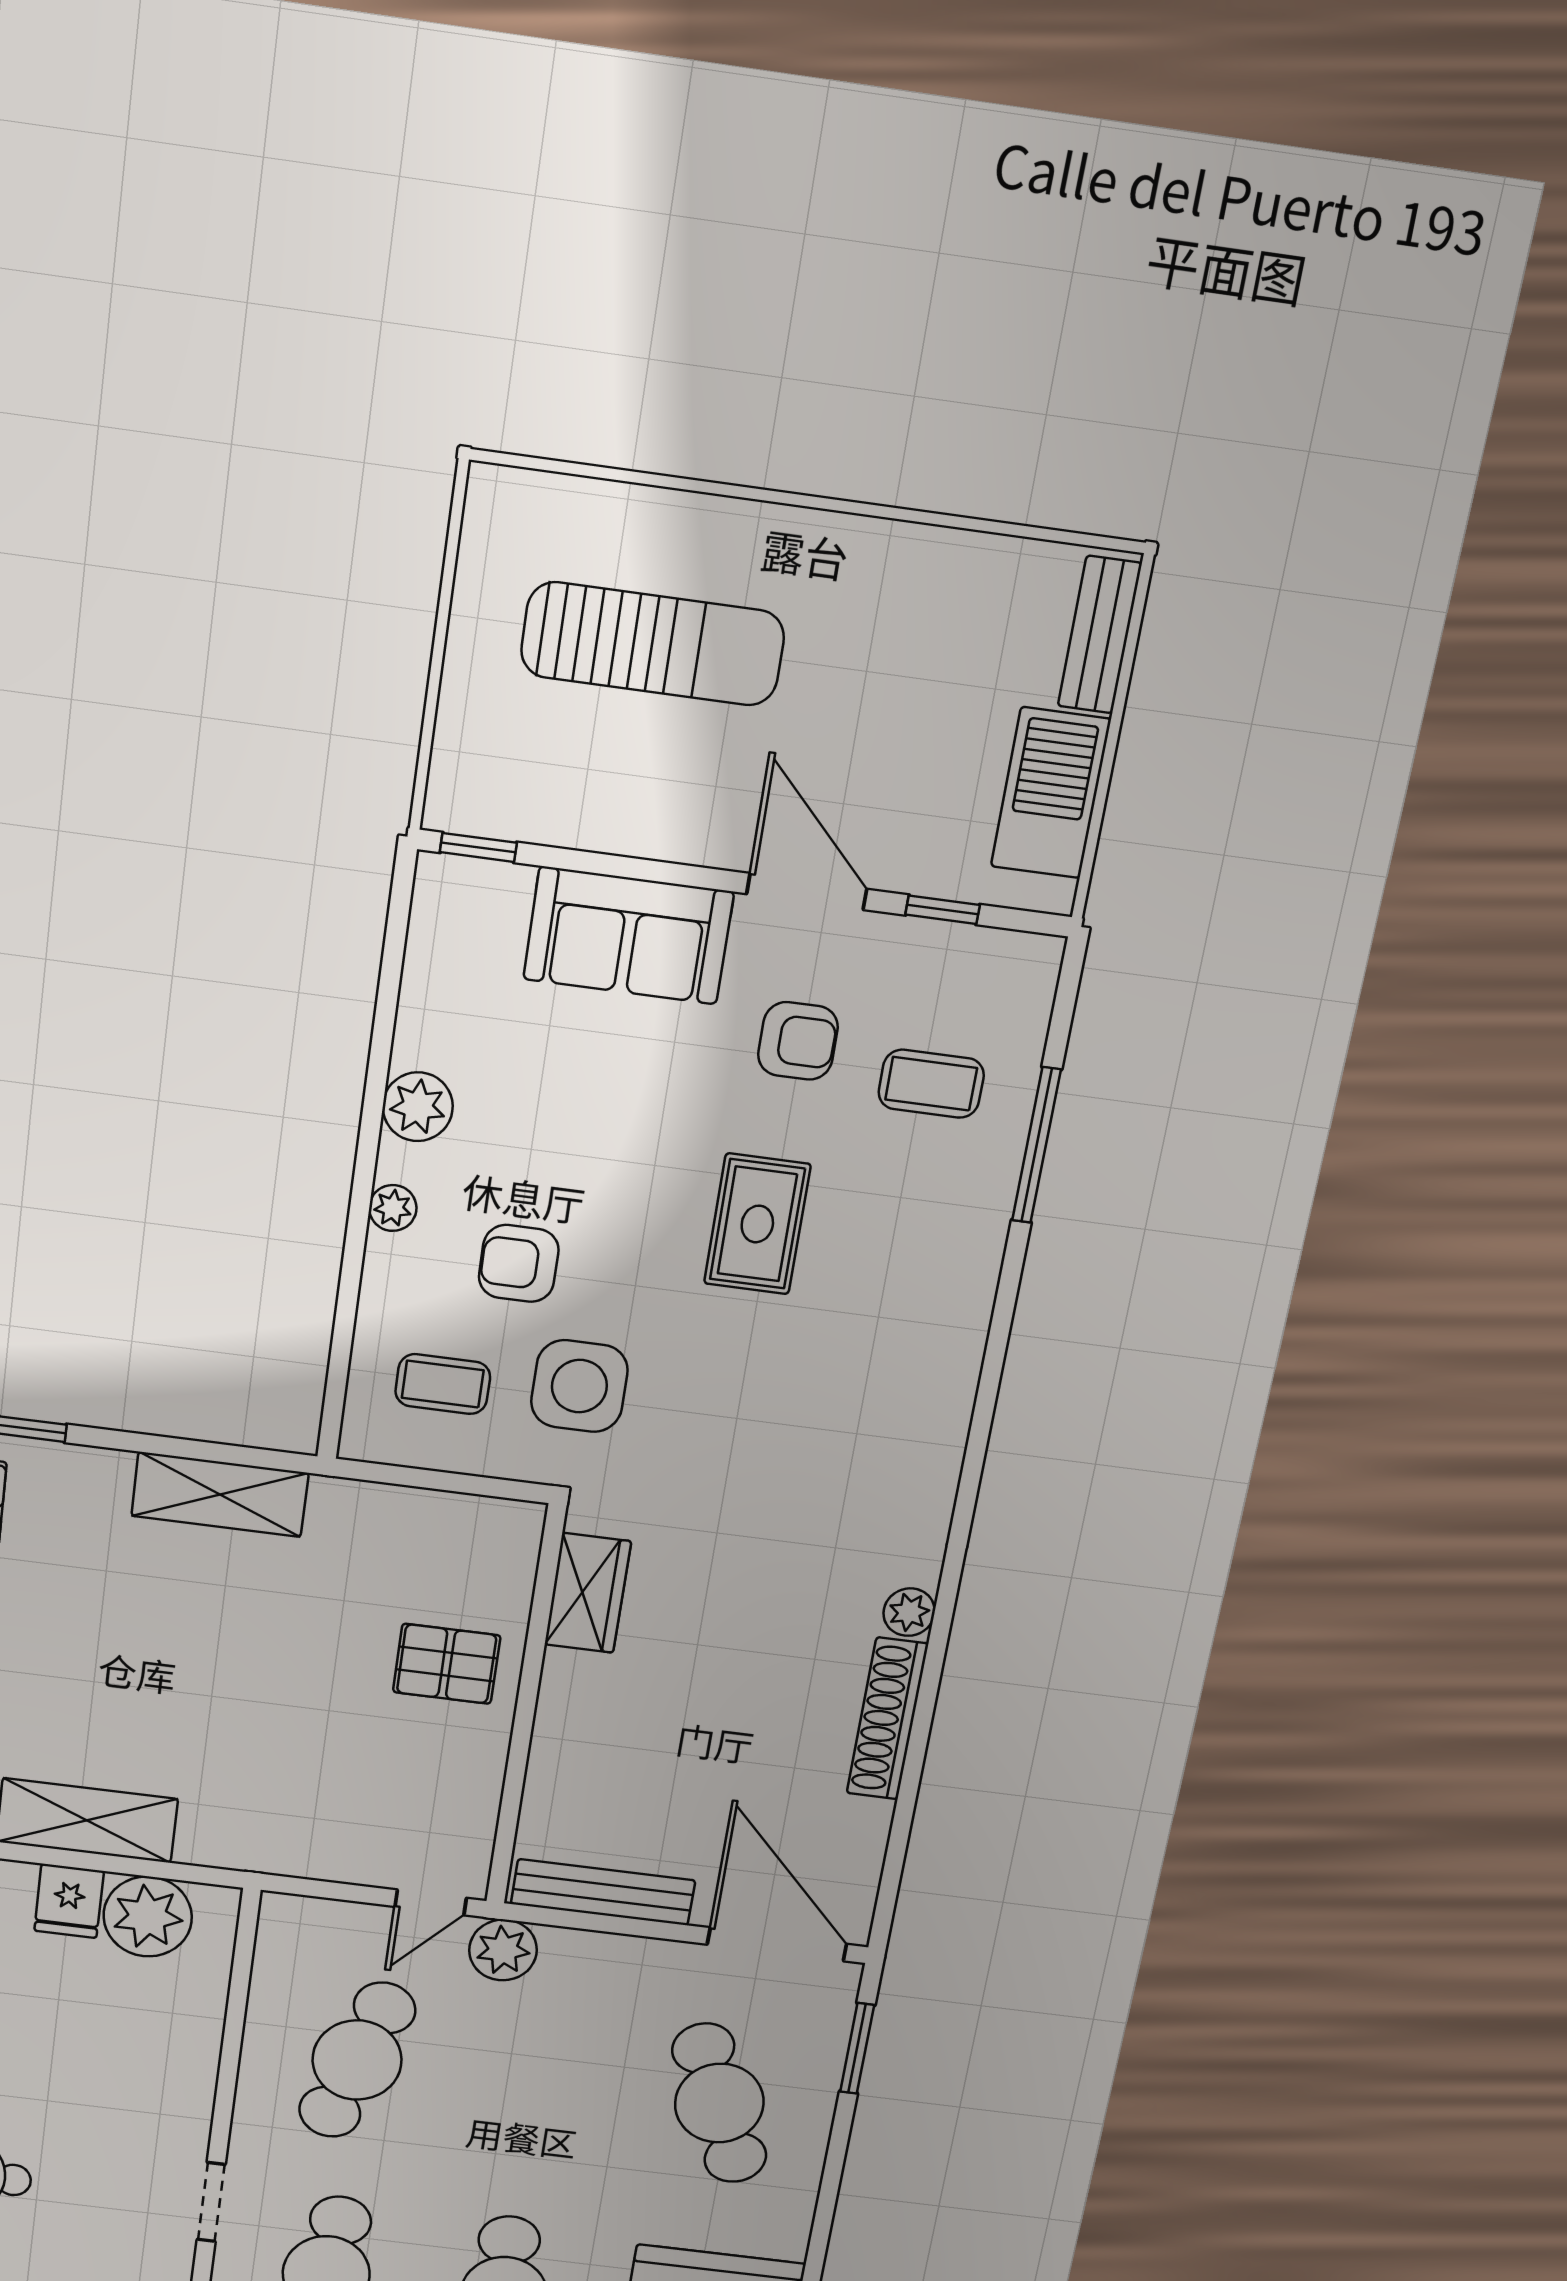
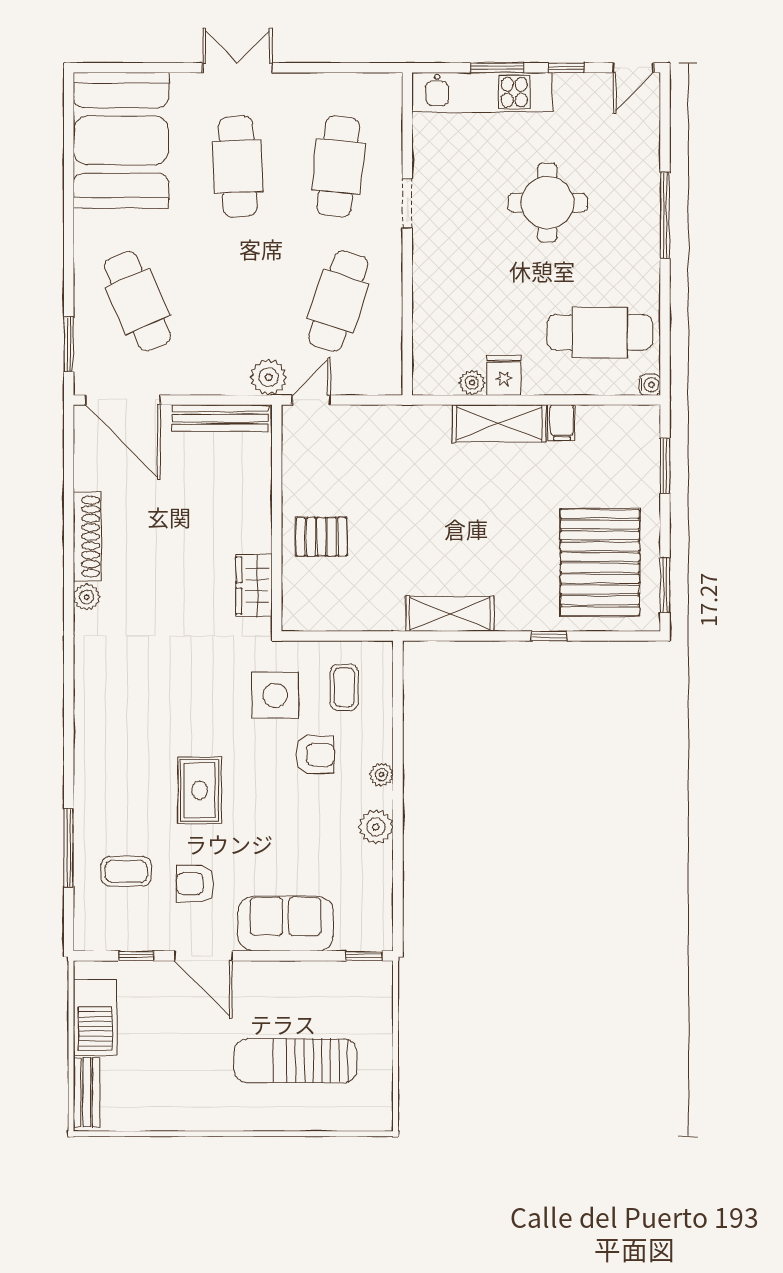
coffee table: (443, 1384) -> (344, 687), turned 90
plant: (148, 1917) -> (472, 383), width x0.53, depth x0.53

